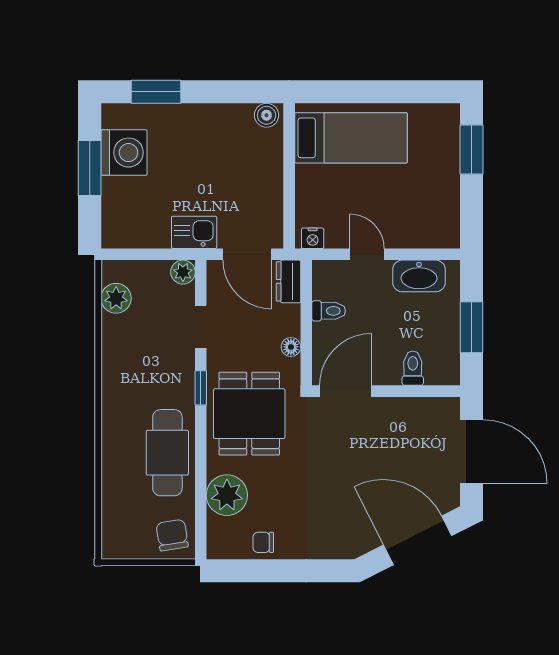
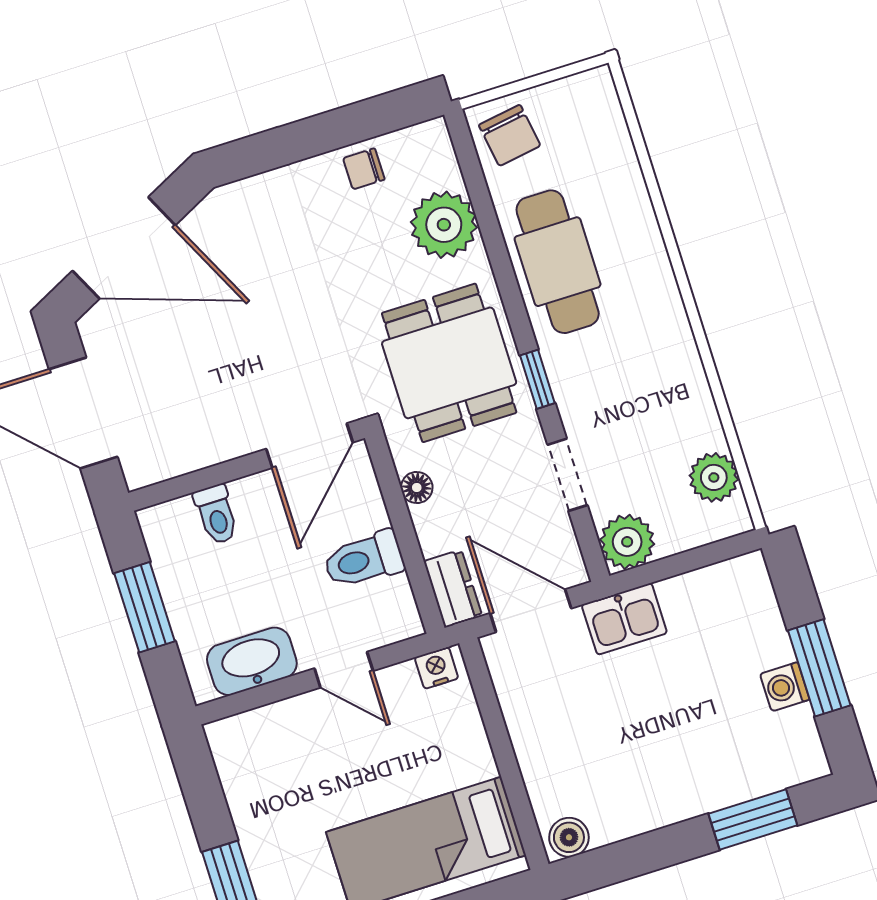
washing machine: (124, 153) -> (785, 687), width x0.53, depth x0.53
plant: (183, 272) -> (627, 542), width x1.38, depth x1.38
toilet: (329, 311) -> (364, 560), width x1.37, depth x1.39
chair: (263, 542) -> (364, 169), turned 180

